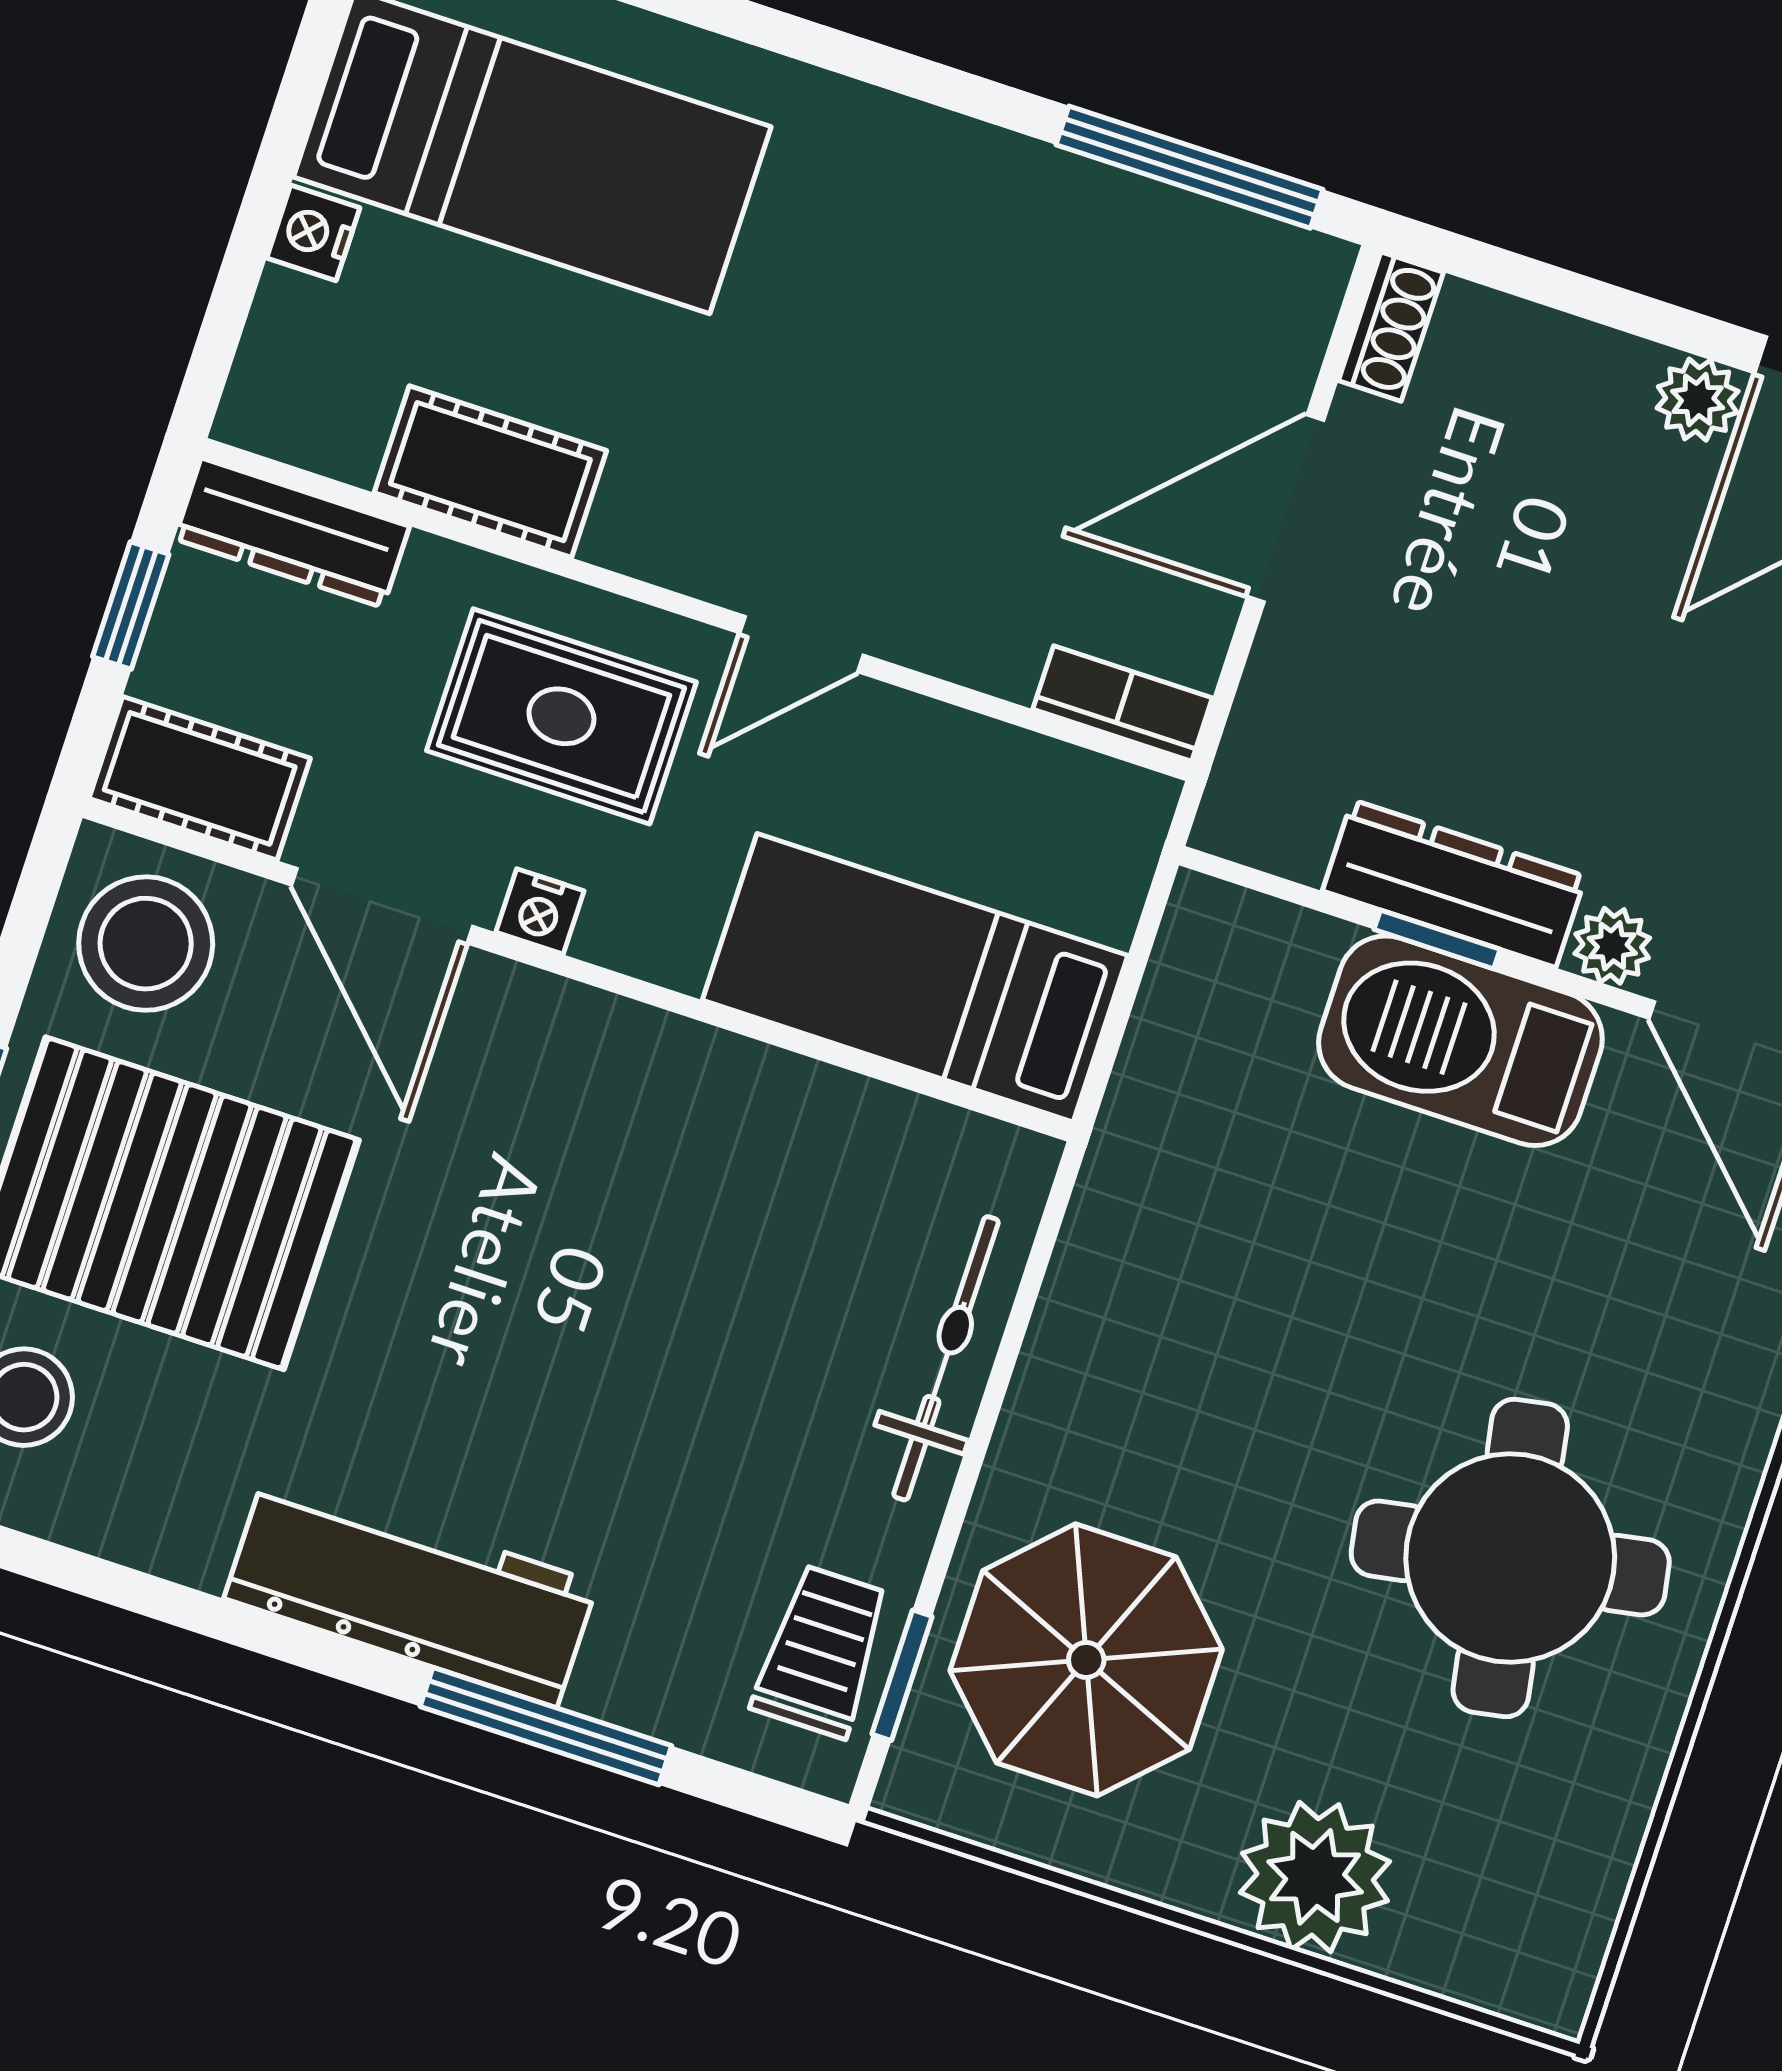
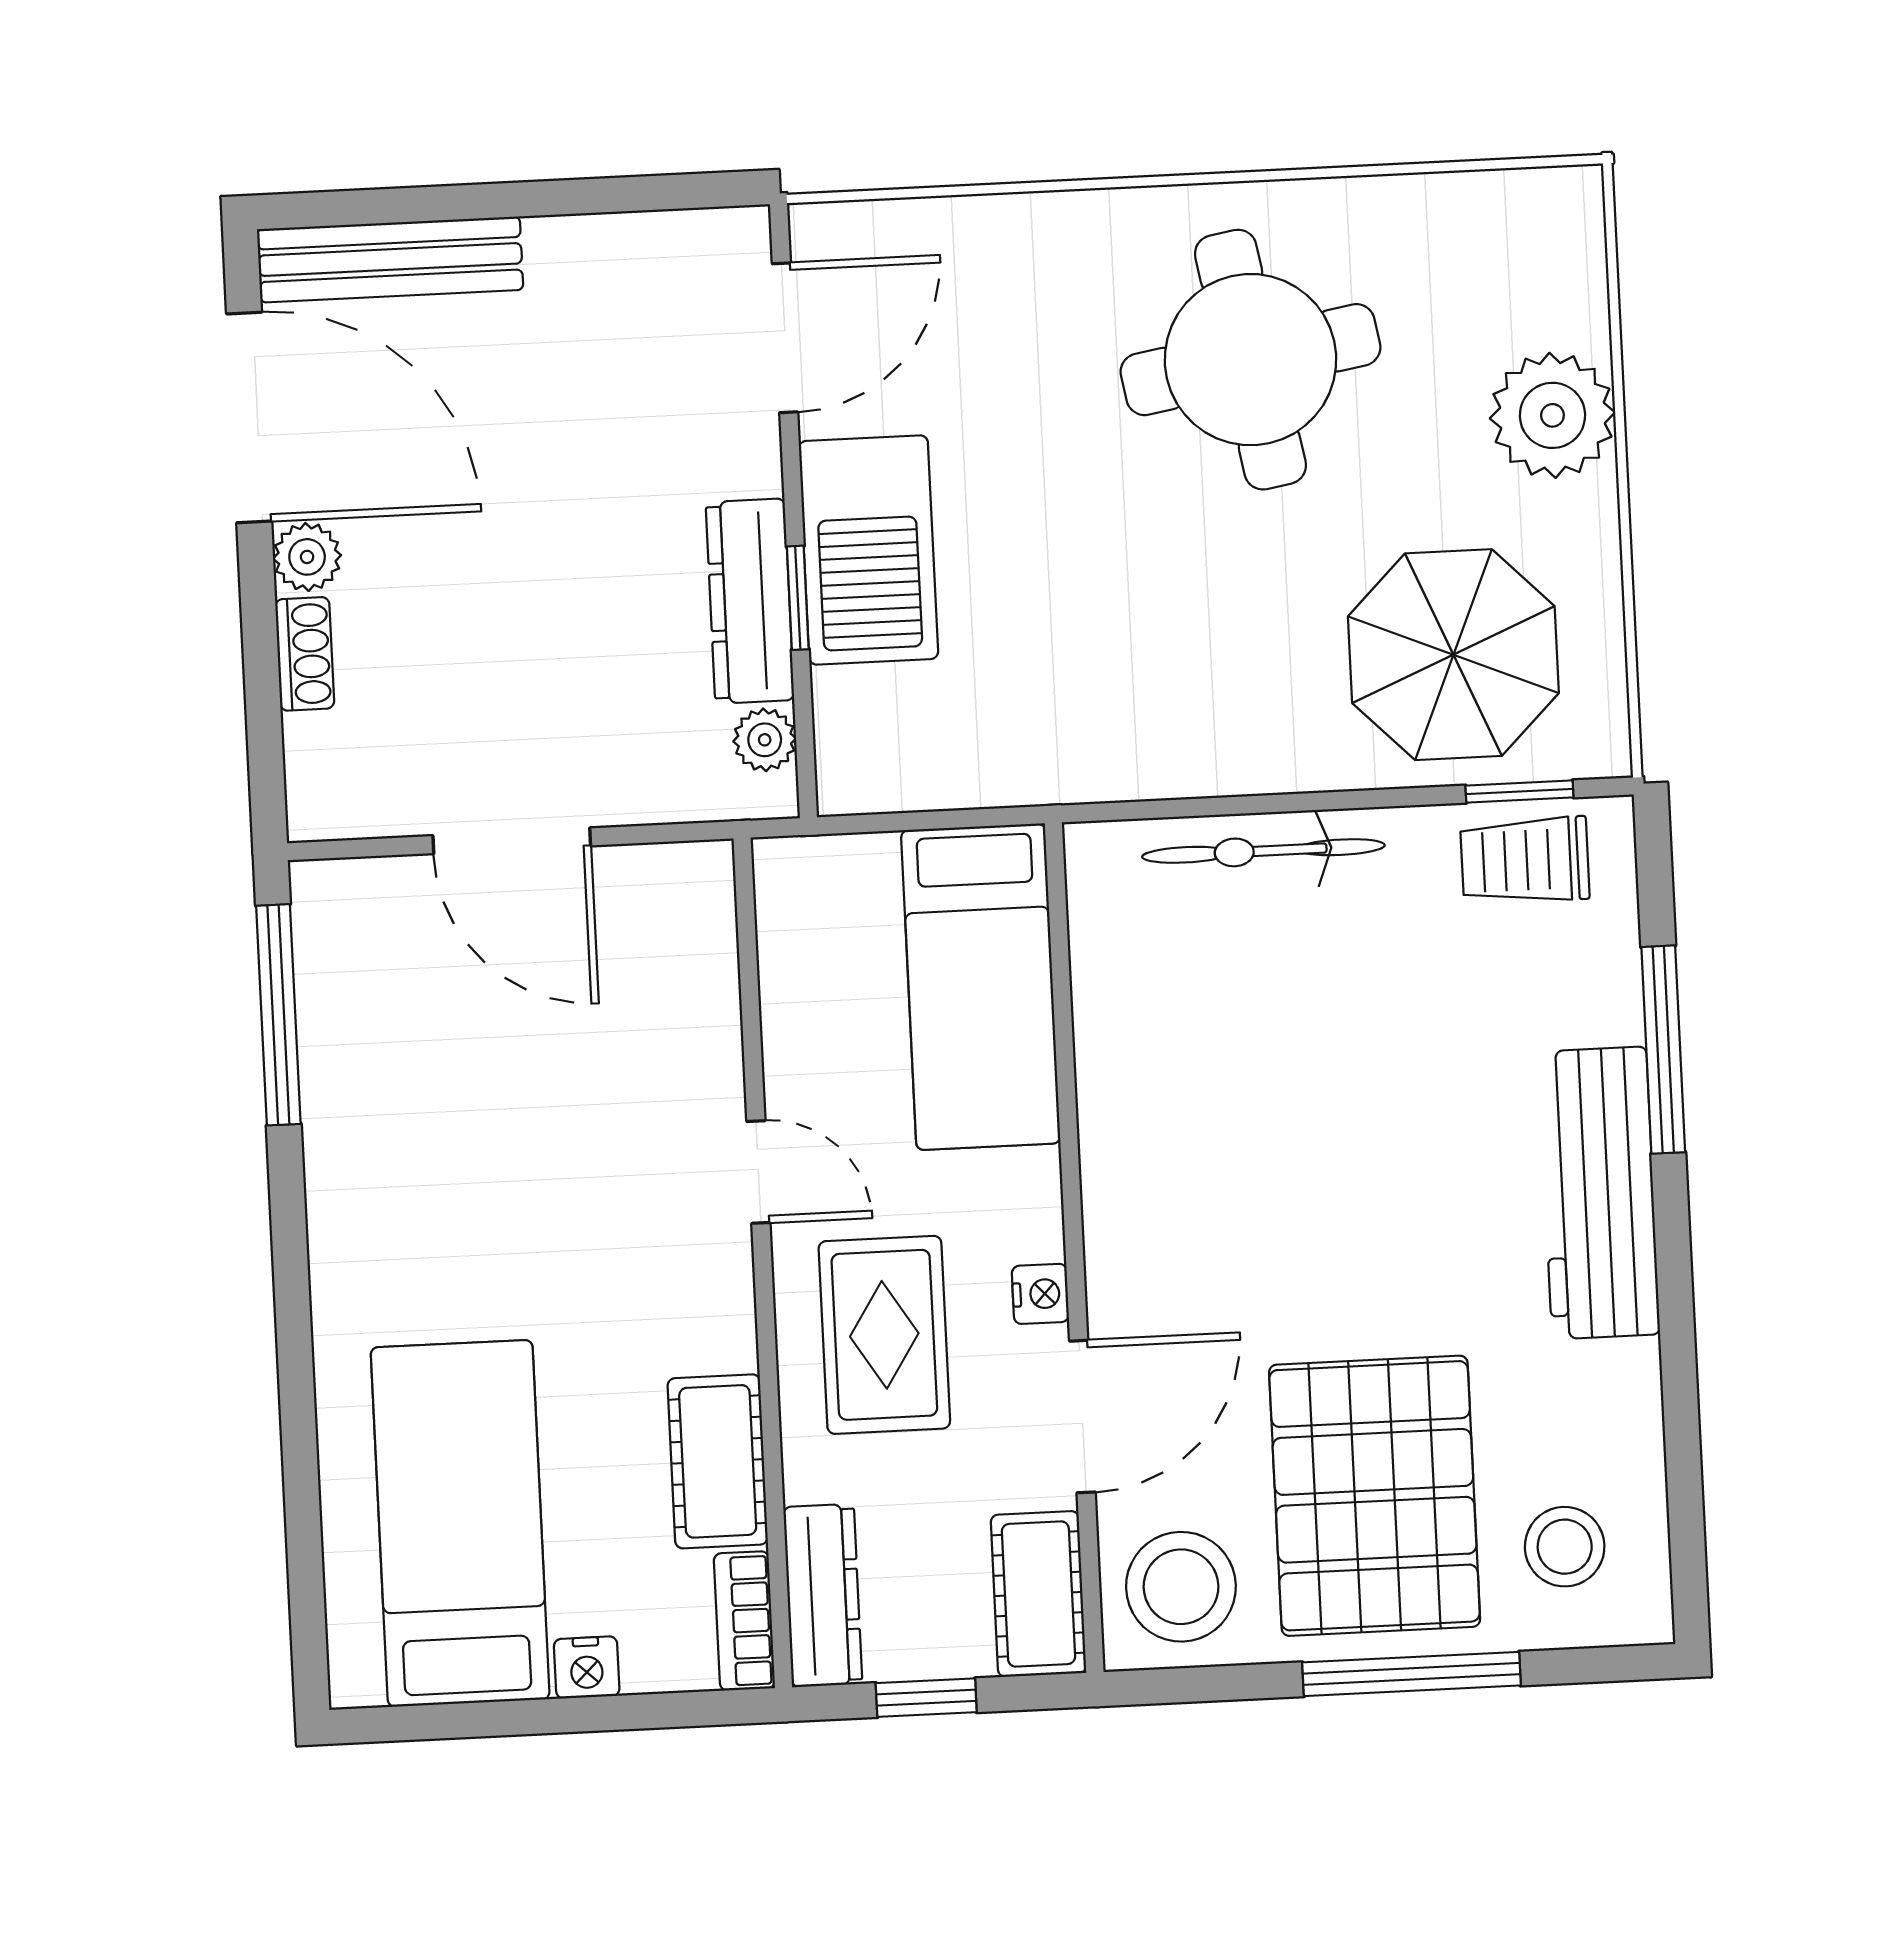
shoe rack: (1391, 326) -> (305, 654), moved, turned 90
bookcase: (1123, 704) -> (744, 1621), moved
plant: (1612, 946) -> (765, 740), moved

